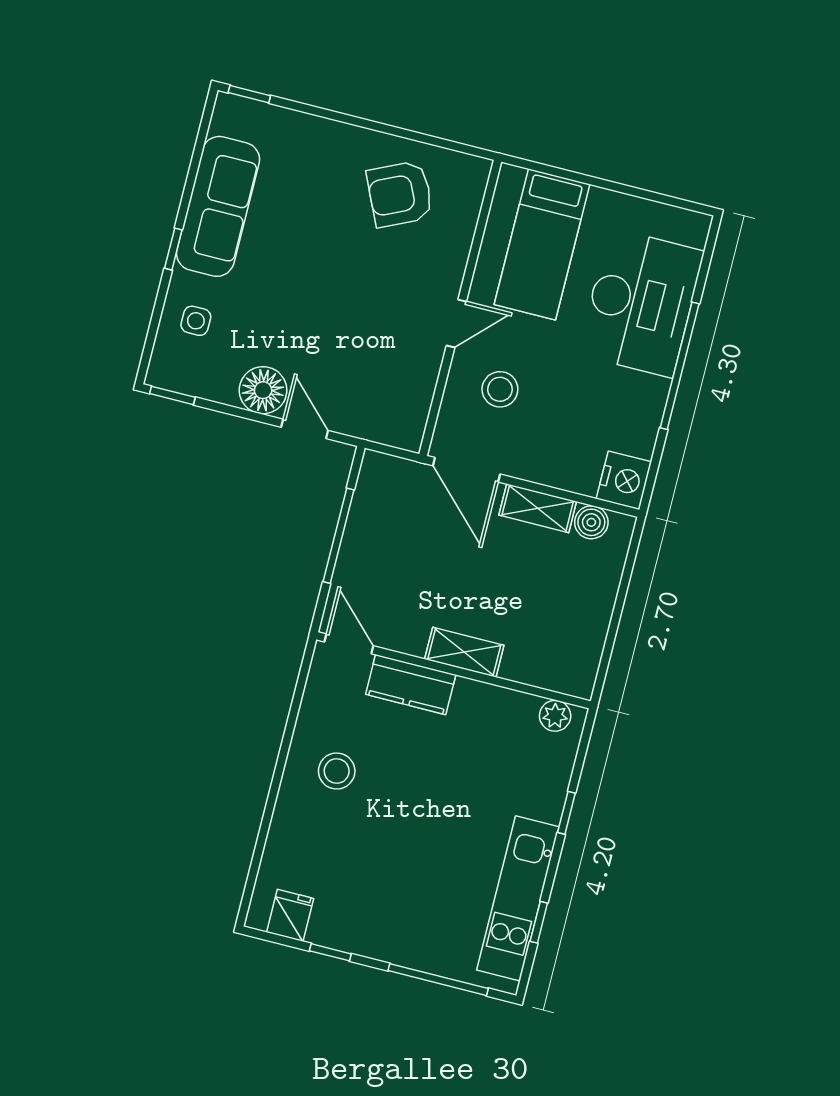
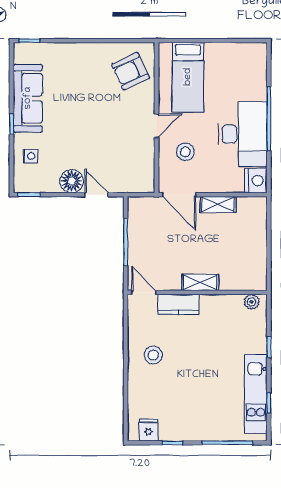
armchair: (400, 194) -> (131, 71), moved
desk: (641, 303) -> (243, 134), moved
boiler: (591, 522) -> (245, 205), removed

